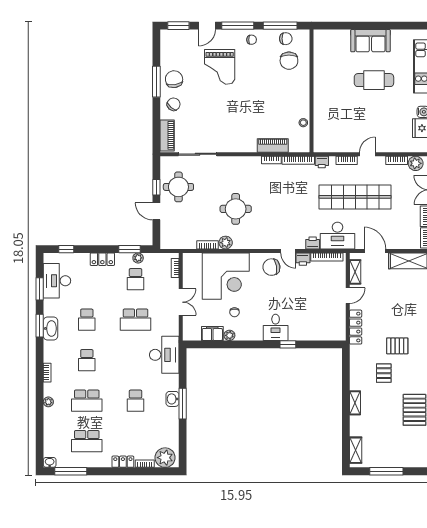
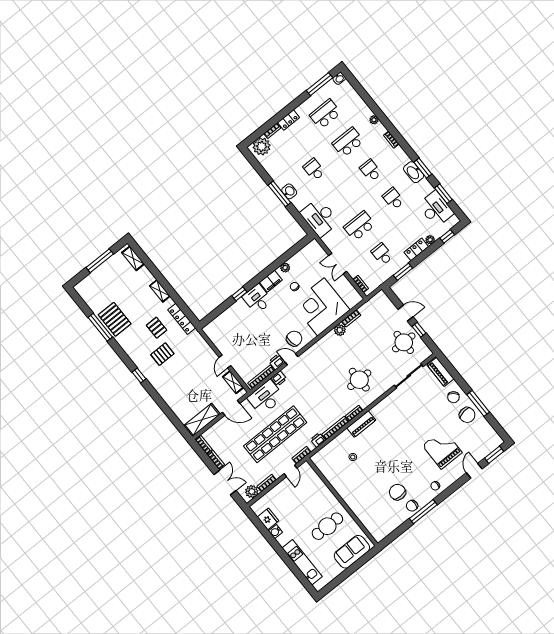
window: (238, 26) -> (453, 488), removed
wall: (311, 91) -> (342, 502), moved
round table: (236, 209) -> (359, 380), moved
plant: (138, 258) -> (430, 240), moved
locker: (356, 327) -> (182, 319), moved
filing cabinet: (212, 333) -> (271, 281), moved

